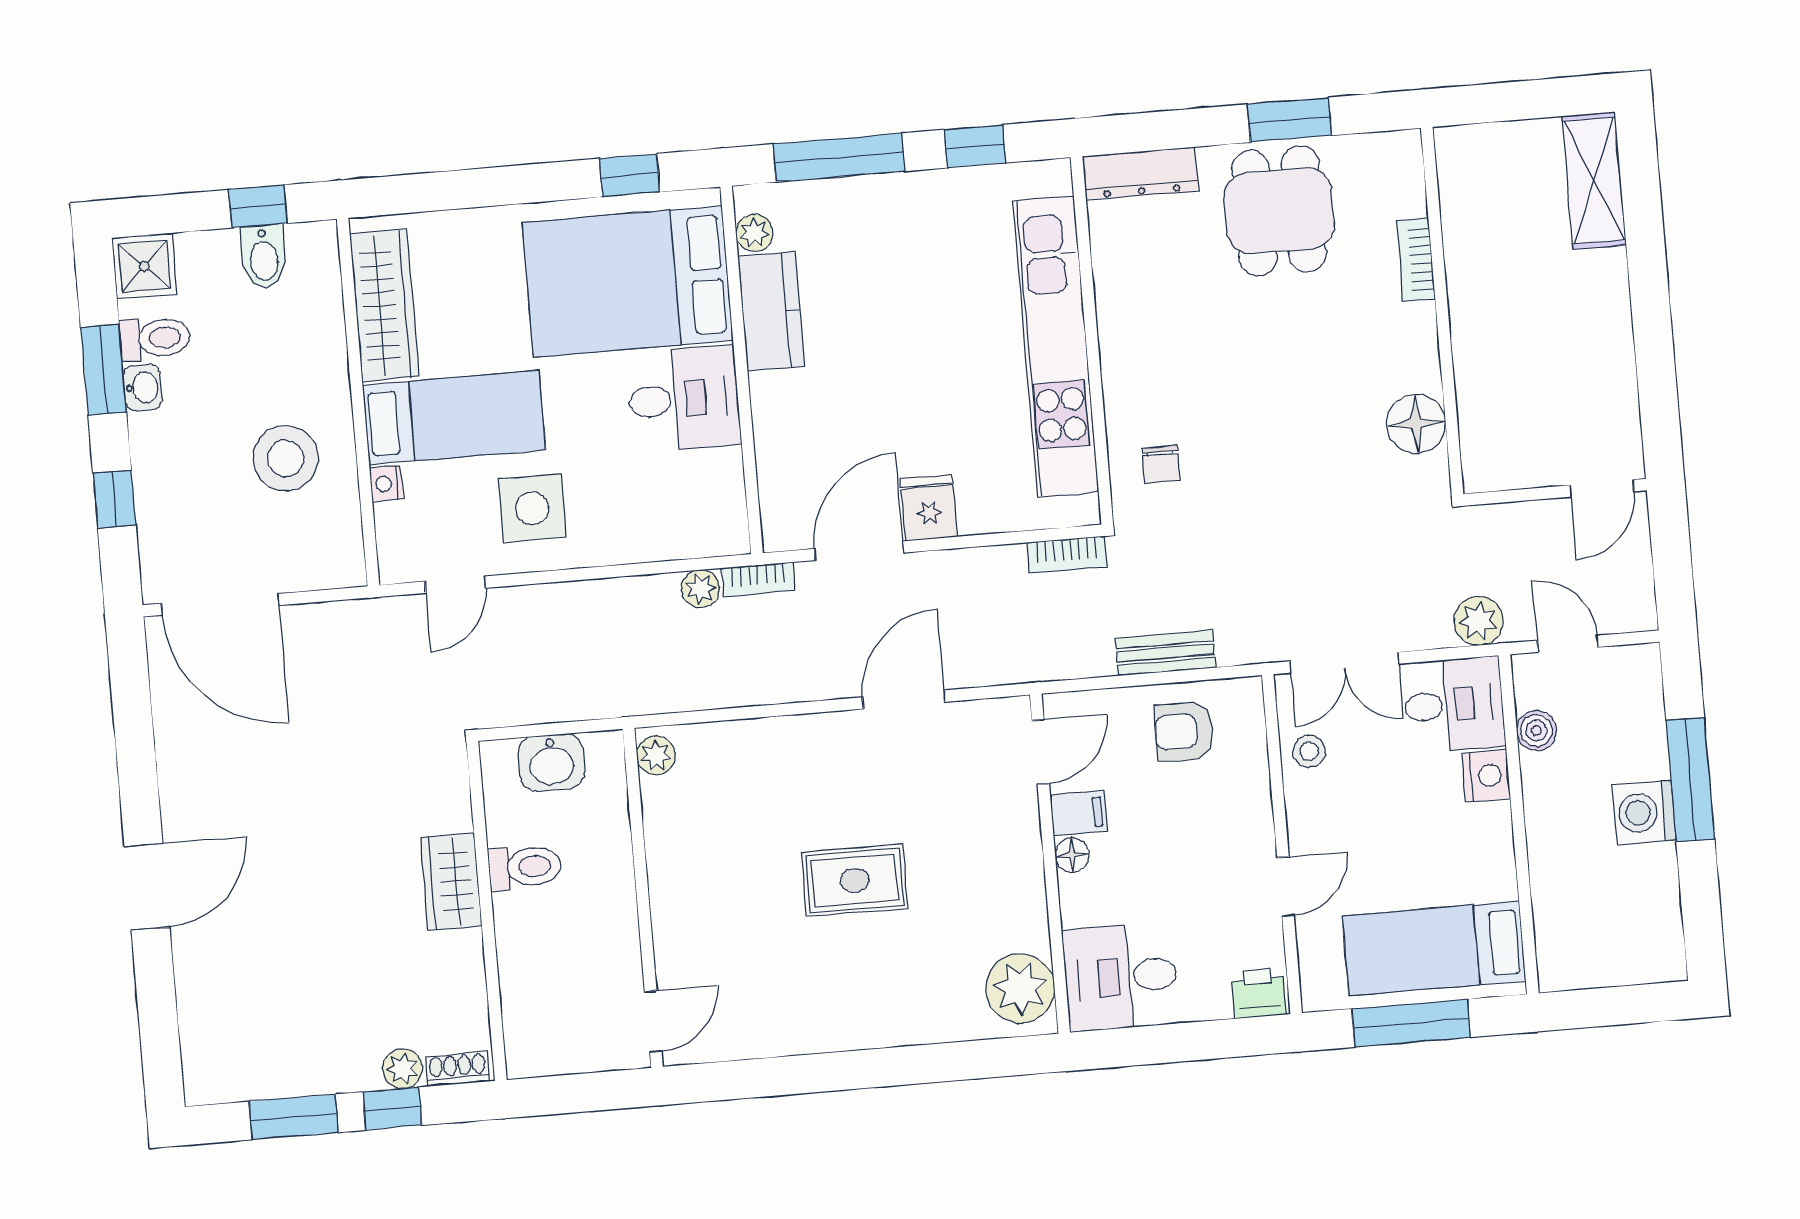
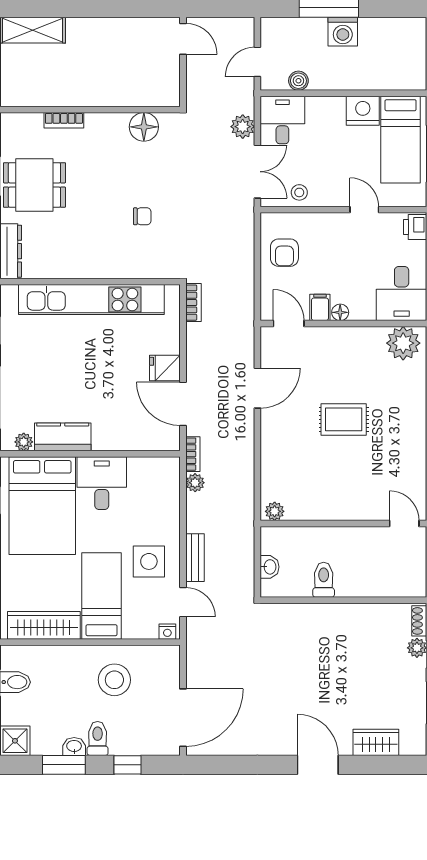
toilet: (155, 338) -> (98, 738), moved
chair: (1161, 464) -> (142, 216), moved
nightstand: (386, 484) -> (167, 632), moved
plant: (1478, 621) -> (243, 127), moved
bench: (1166, 653) -> (195, 558), moved
door: (904, 700) -> (257, 388), swing flipped
washbasin: (551, 762) -> (270, 567), width x0.72, depth x0.69
nightstand: (1486, 776) -> (363, 111), moved, width x1.36, depth x1.33
rug: (855, 880) -> (344, 419), turned 90
wardrobe: (451, 882) -> (376, 742), moved, turned 180

